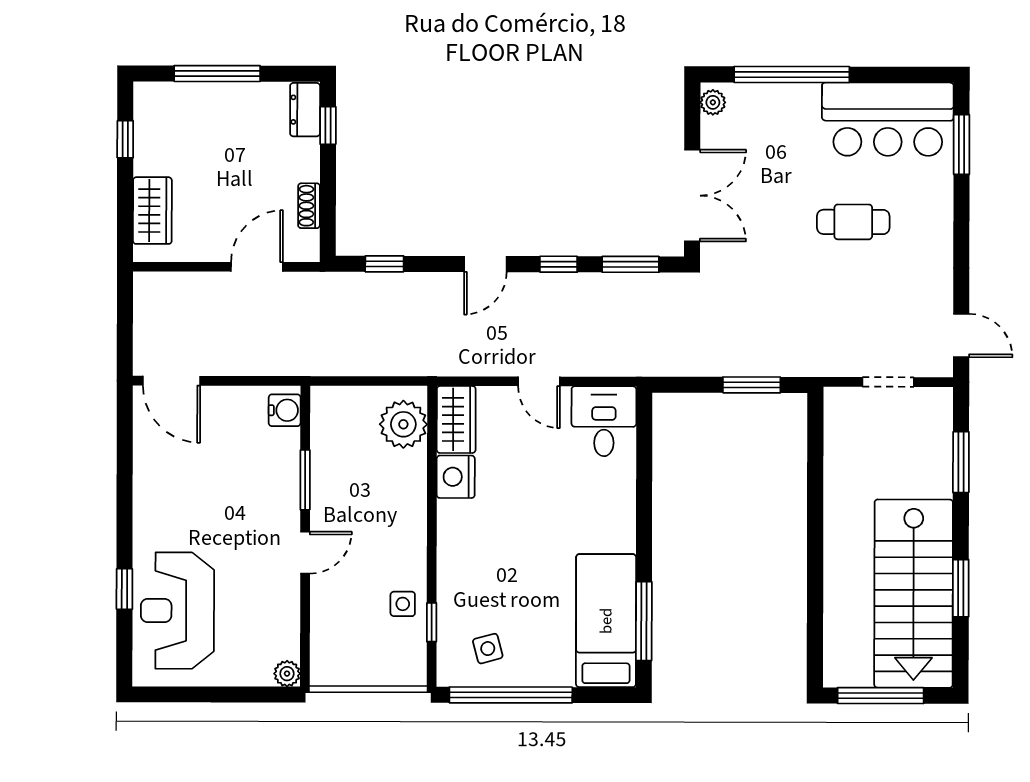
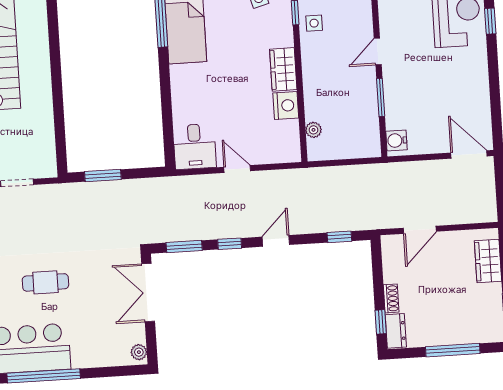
window: (792, 75) -> (44, 376), moved
shoe rack: (309, 206) -> (391, 298), moved
wardrobe: (456, 419) -> (283, 69), moved
plant: (403, 424) -> (313, 130), width x0.53, depth x0.53

